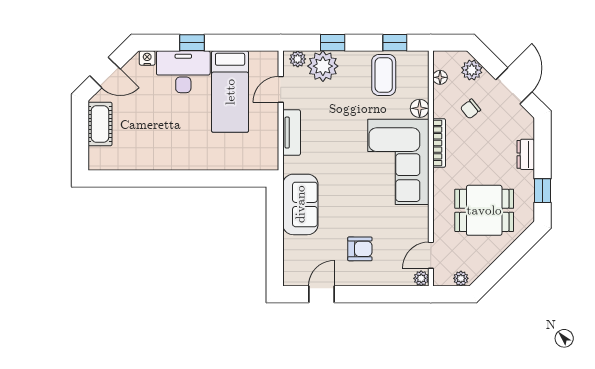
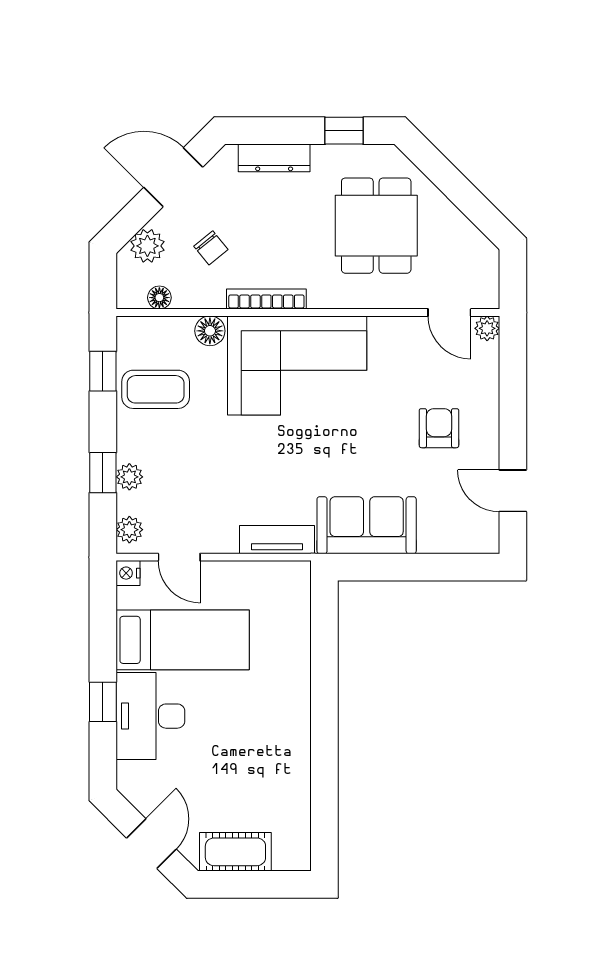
nightstand: (147, 58) -> (128, 573), moved
plant: (323, 66) -> (129, 477), width x0.53, depth x0.53
tv unit: (292, 133) -> (277, 540), moved
dresser: (526, 154) -> (274, 158), width x1.44
plant: (461, 278) -> (487, 264), removed

